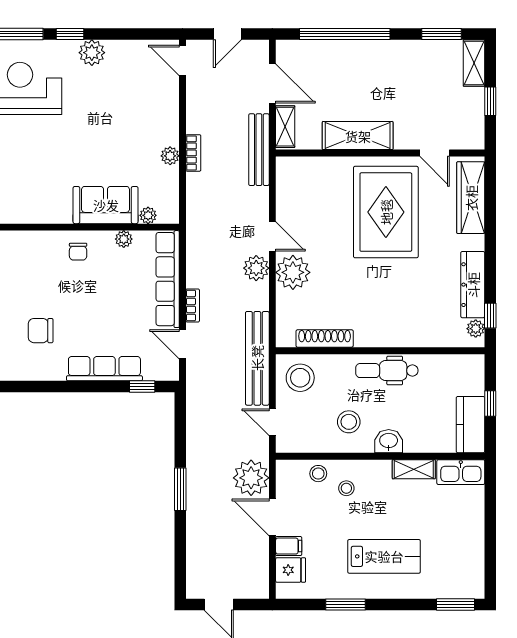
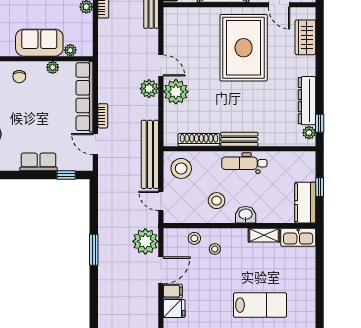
wardrobe: (471, 198) -> (305, 37), width x0.67
bench: (380, 338) -> (239, 139), added
row of seats: (104, 369) -> (39, 162), width x0.68
door: (272, 517) -> (161, 270), swing flipped
lab bench: (384, 556) -> (260, 305), moved

